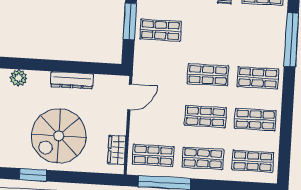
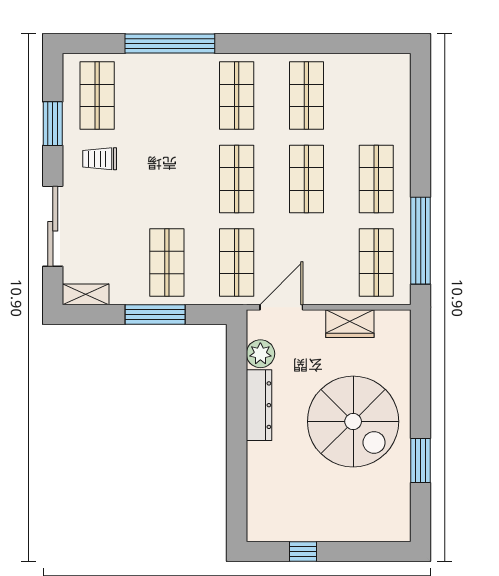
plant: (19, 78) -> (260, 354), moved
door: (130, 97) -> (281, 307), hinge flipped
wardrobe: (117, 150) -> (350, 324), moved
shop shelf: (253, 161) -> (237, 262), moved

